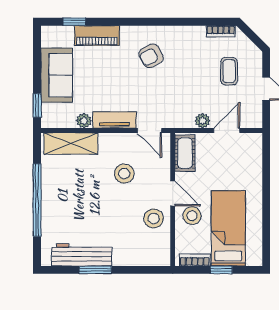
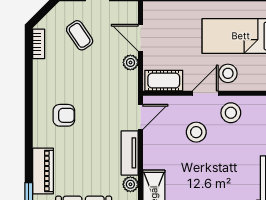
armchair: (151, 56) -> (64, 115), turned -61
coffee table: (229, 71) -> (80, 35), turned 56
stool: (124, 174) -> (196, 132), moved

